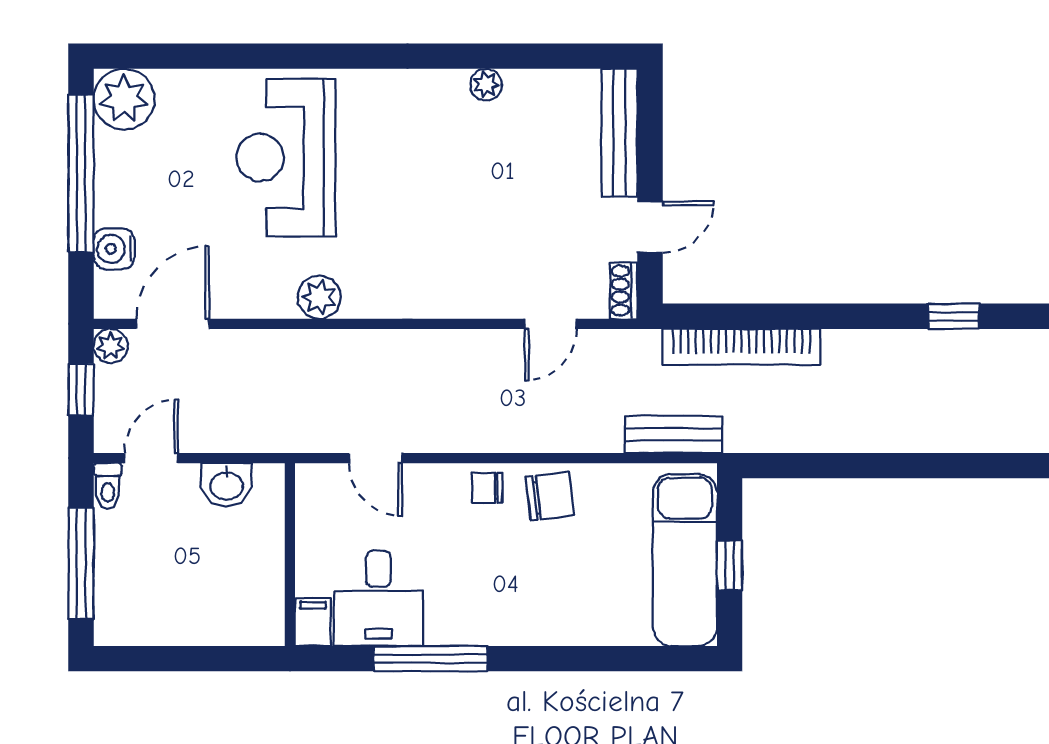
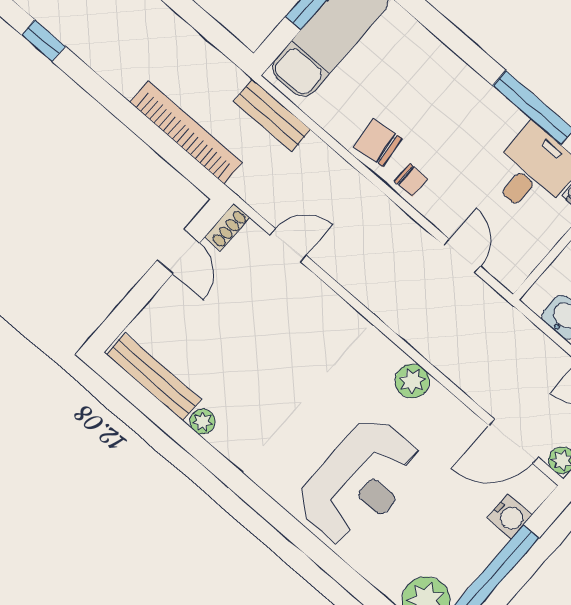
bench: (619, 133) -> (154, 377), moved, turned 90
door: (650, 227) -> (178, 251), swing flipped

